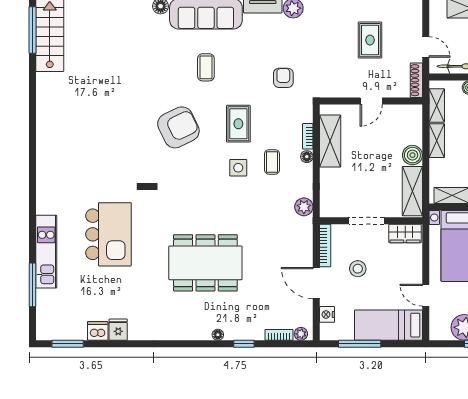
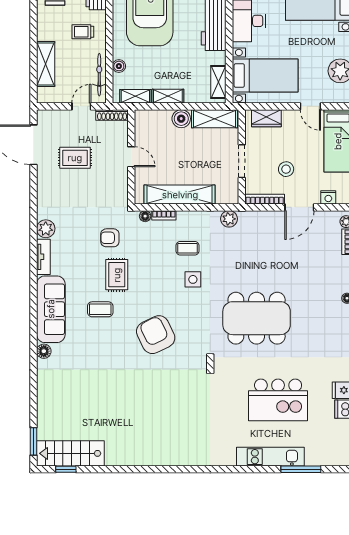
window: (32, 30) -> (66, 469), width x0.46
rug: (238, 124) -> (117, 275), moved, turned 90
shelving: (330, 141) -> (180, 195), width x1.47
floor lamp: (307, 157) -> (145, 216), moved
wardrobe: (405, 233) -> (266, 118), moved, turned 90
kitchen island: (109, 234) -> (278, 400), moved, turned 180
dining table: (205, 263) -> (257, 318), moved, turned 90
door: (426, 295) -> (310, 106), hinge flipped

